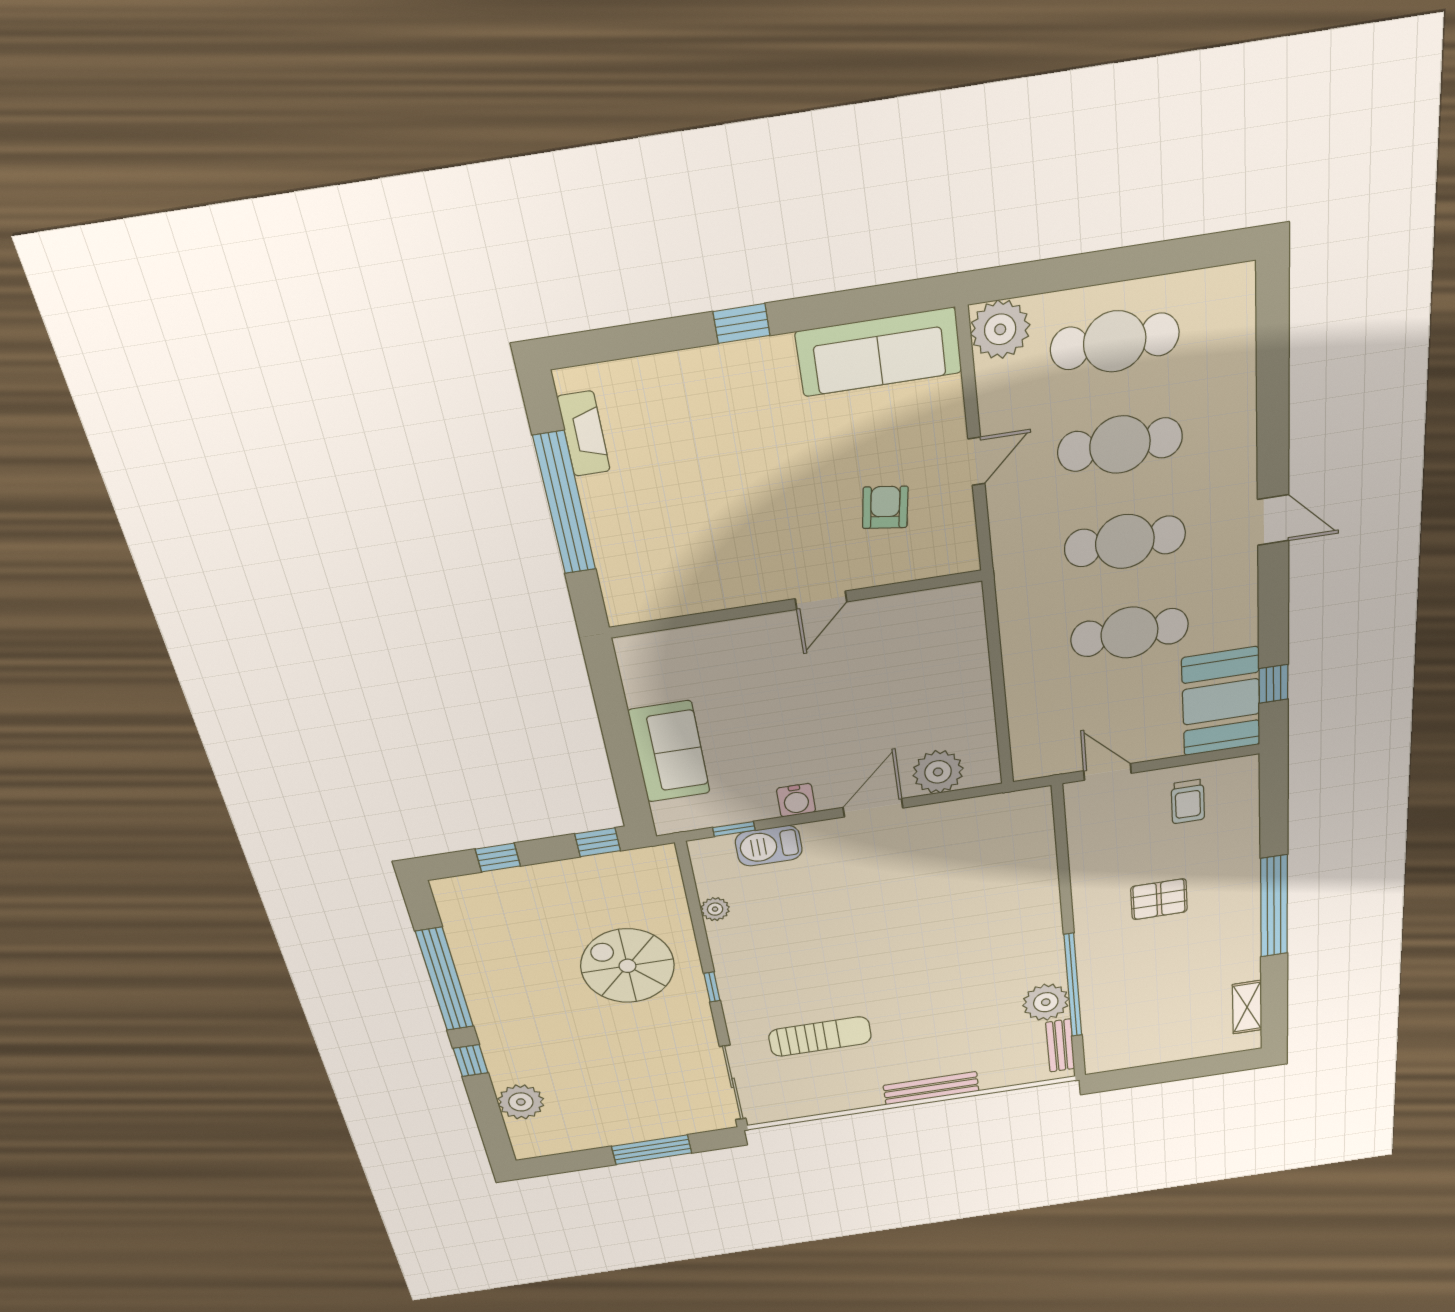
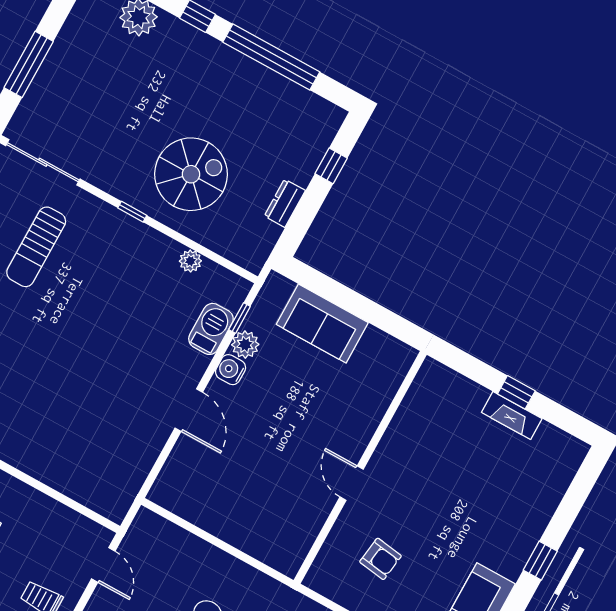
fireplace: (584, 434) -> (512, 415), moved
window: (565, 503) -> (516, 392), width x0.32
plant: (938, 772) -> (245, 345), moved, width x0.73, depth x0.73
door: (1107, 772) -> (103, 565), hinge flipped
window: (597, 842) -> (295, 232), removed
dresser: (577, 871) -> (285, 203), added

